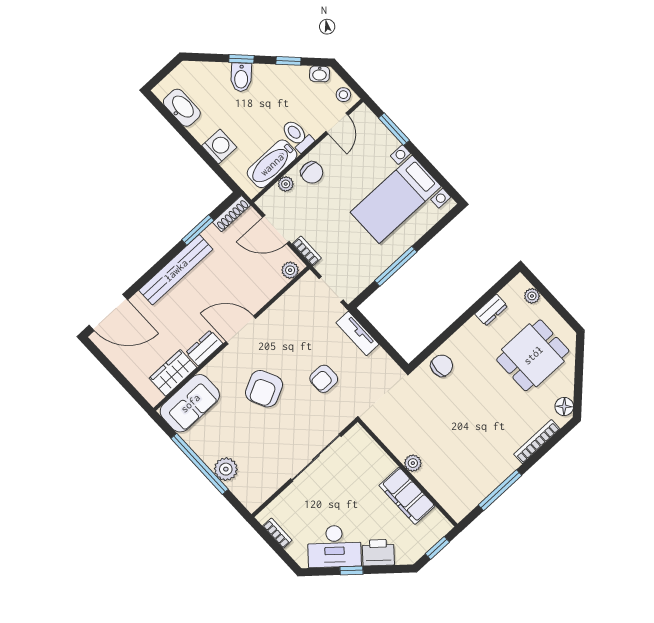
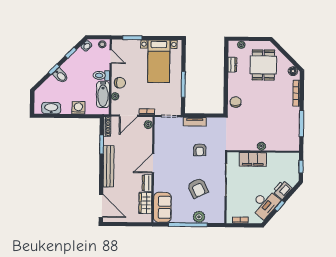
door: (108, 313) -> (101, 206), hinge flipped
armchair: (264, 389) -> (198, 188), moved
filing cabinet: (407, 496) -> (253, 159), moved

